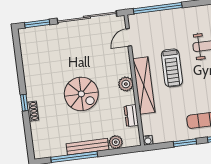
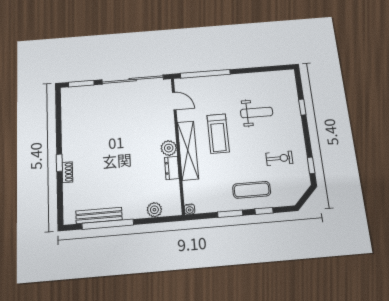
door: (129, 37) -> (174, 101), swing flipped
spiral stairs: (81, 94) -> (121, 156), removed
dresser: (131, 116) -> (172, 168), moved
bench: (87, 147) -> (99, 215), moved

